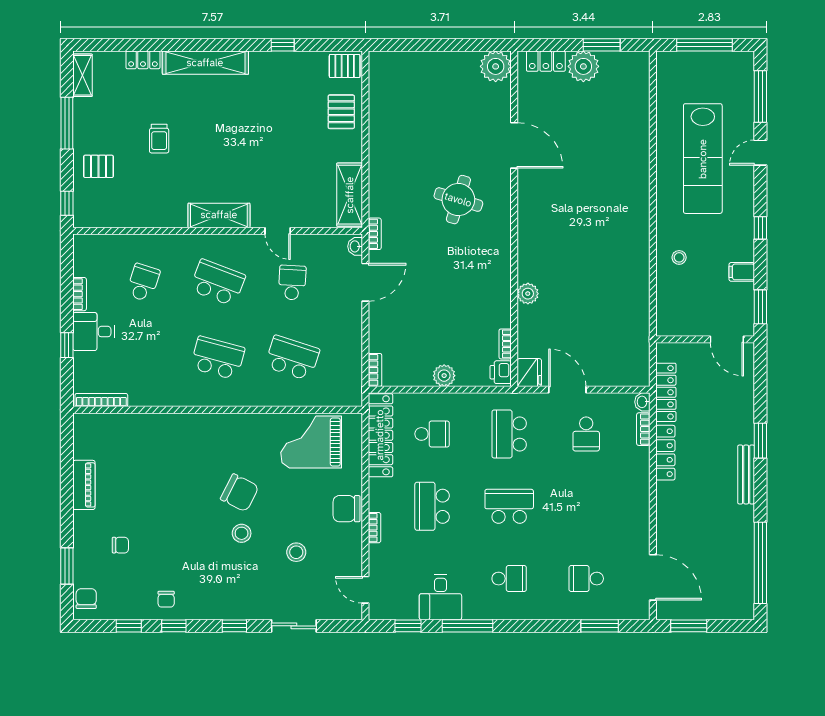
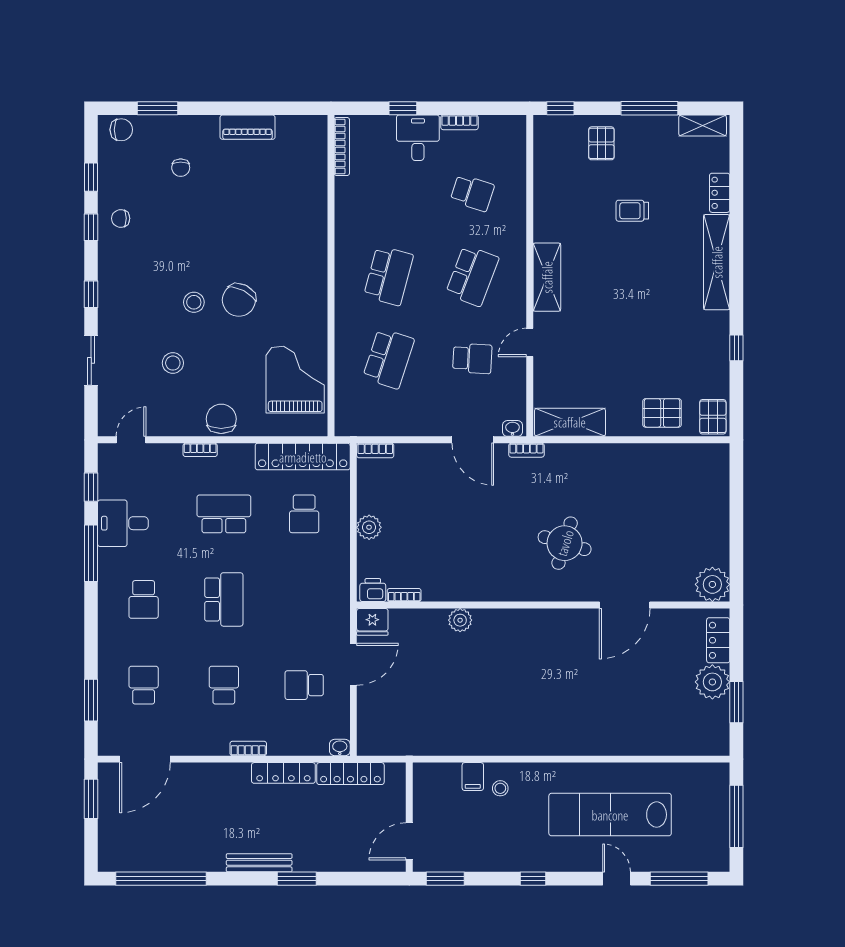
filing cabinet: (742, 272) -> (473, 777), moved, turned 180
bookcase: (643, 429) -> (248, 748), moved
school desk: (509, 434) -> (224, 685), moved, width x0.54

